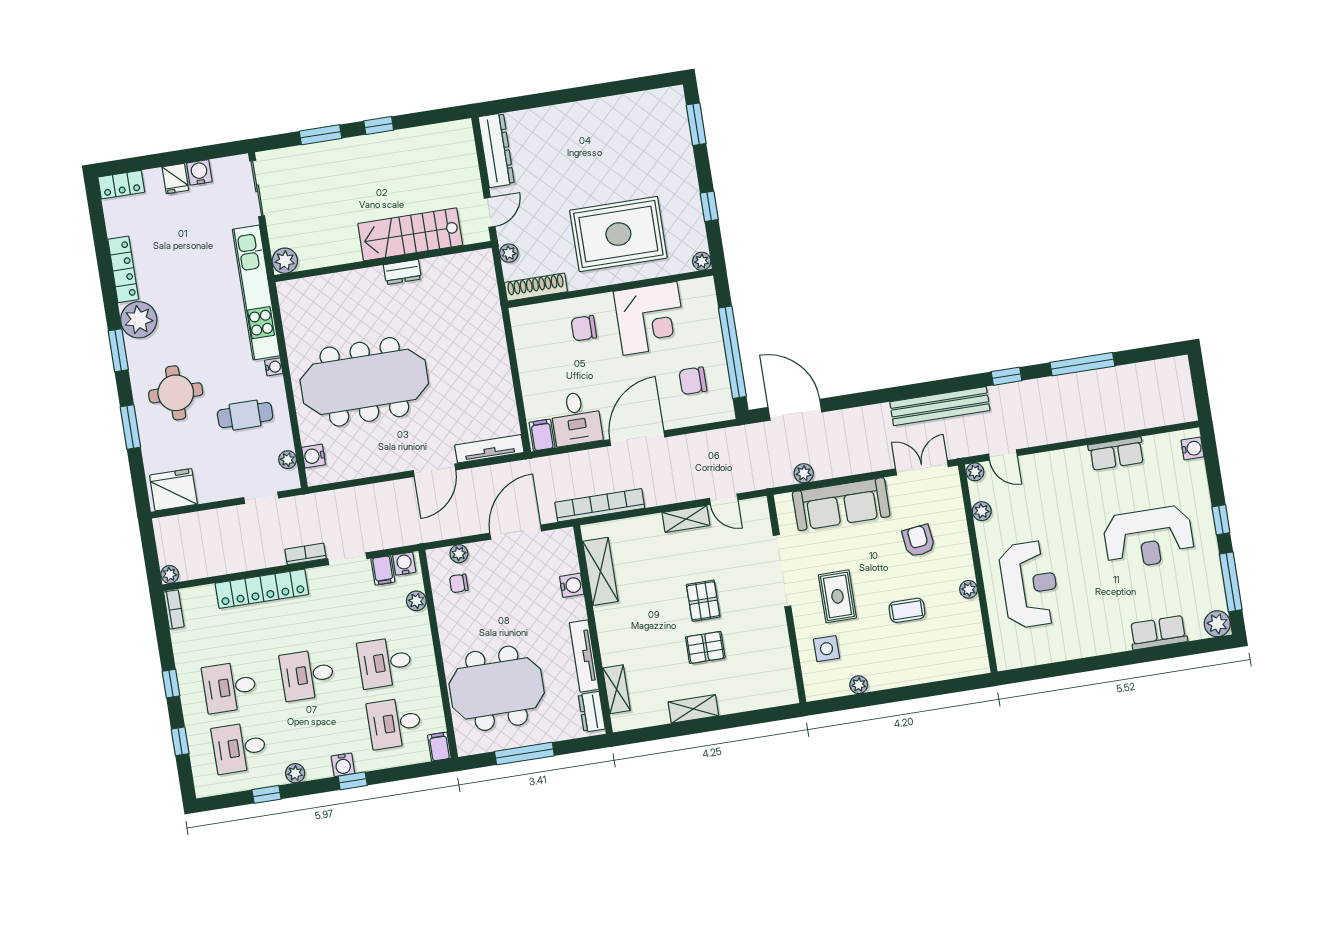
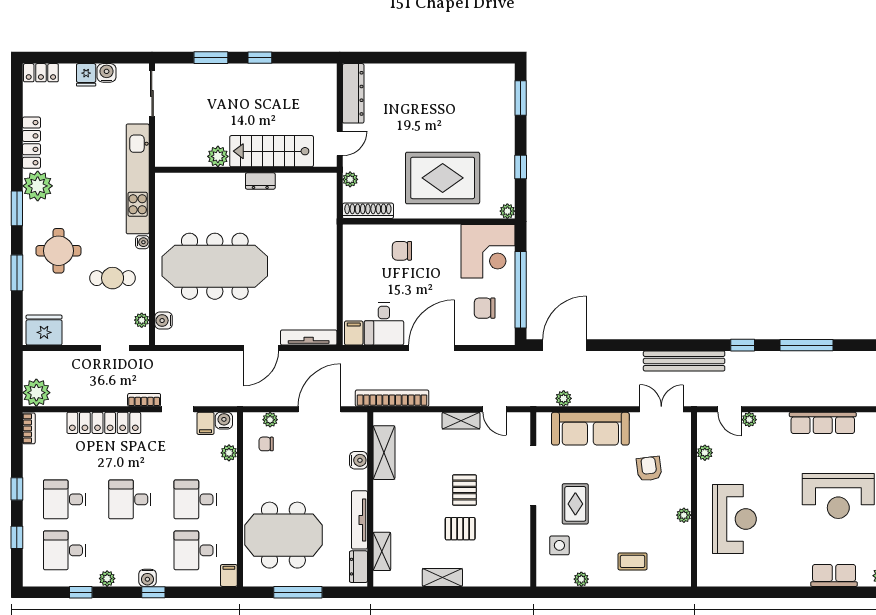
plant: (285, 261) -> (218, 156), moved
corner desk: (650, 318) -> (488, 251), moved
door: (795, 410) -> (565, 345), hinge flipped
row of seats: (1116, 454) -> (823, 423), width x1.48
plant: (975, 472) -> (749, 420), moved
plant: (170, 574) -> (36, 393), width x1.88, depth x1.88
coffee table: (907, 610) -> (633, 561), moved

